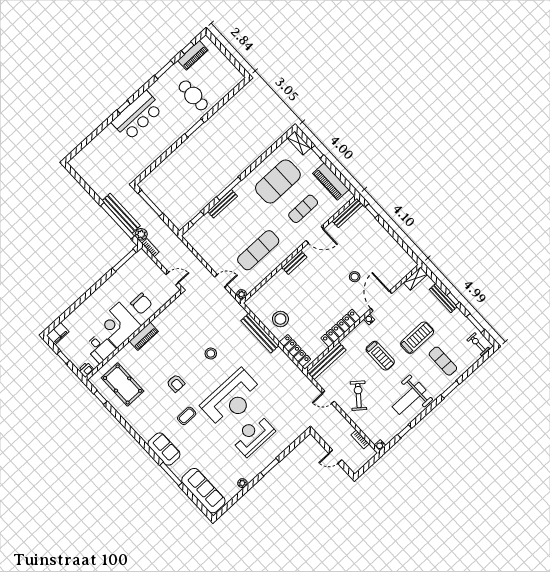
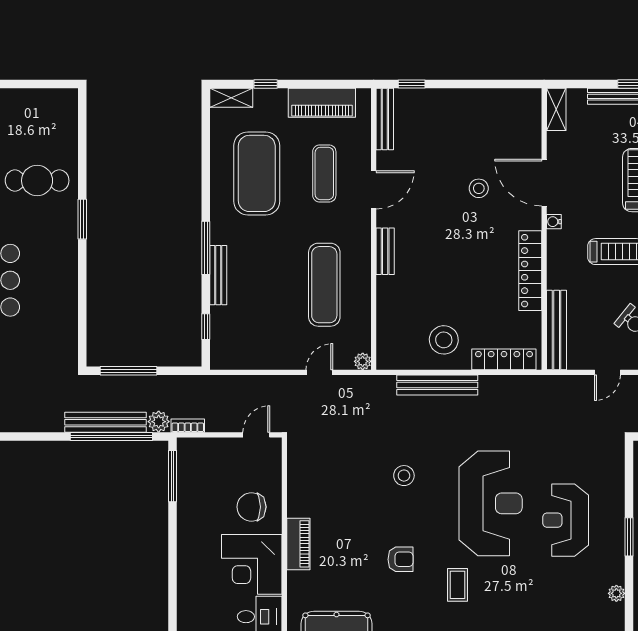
chair: (141, 304) -> (251, 507), turned 180

